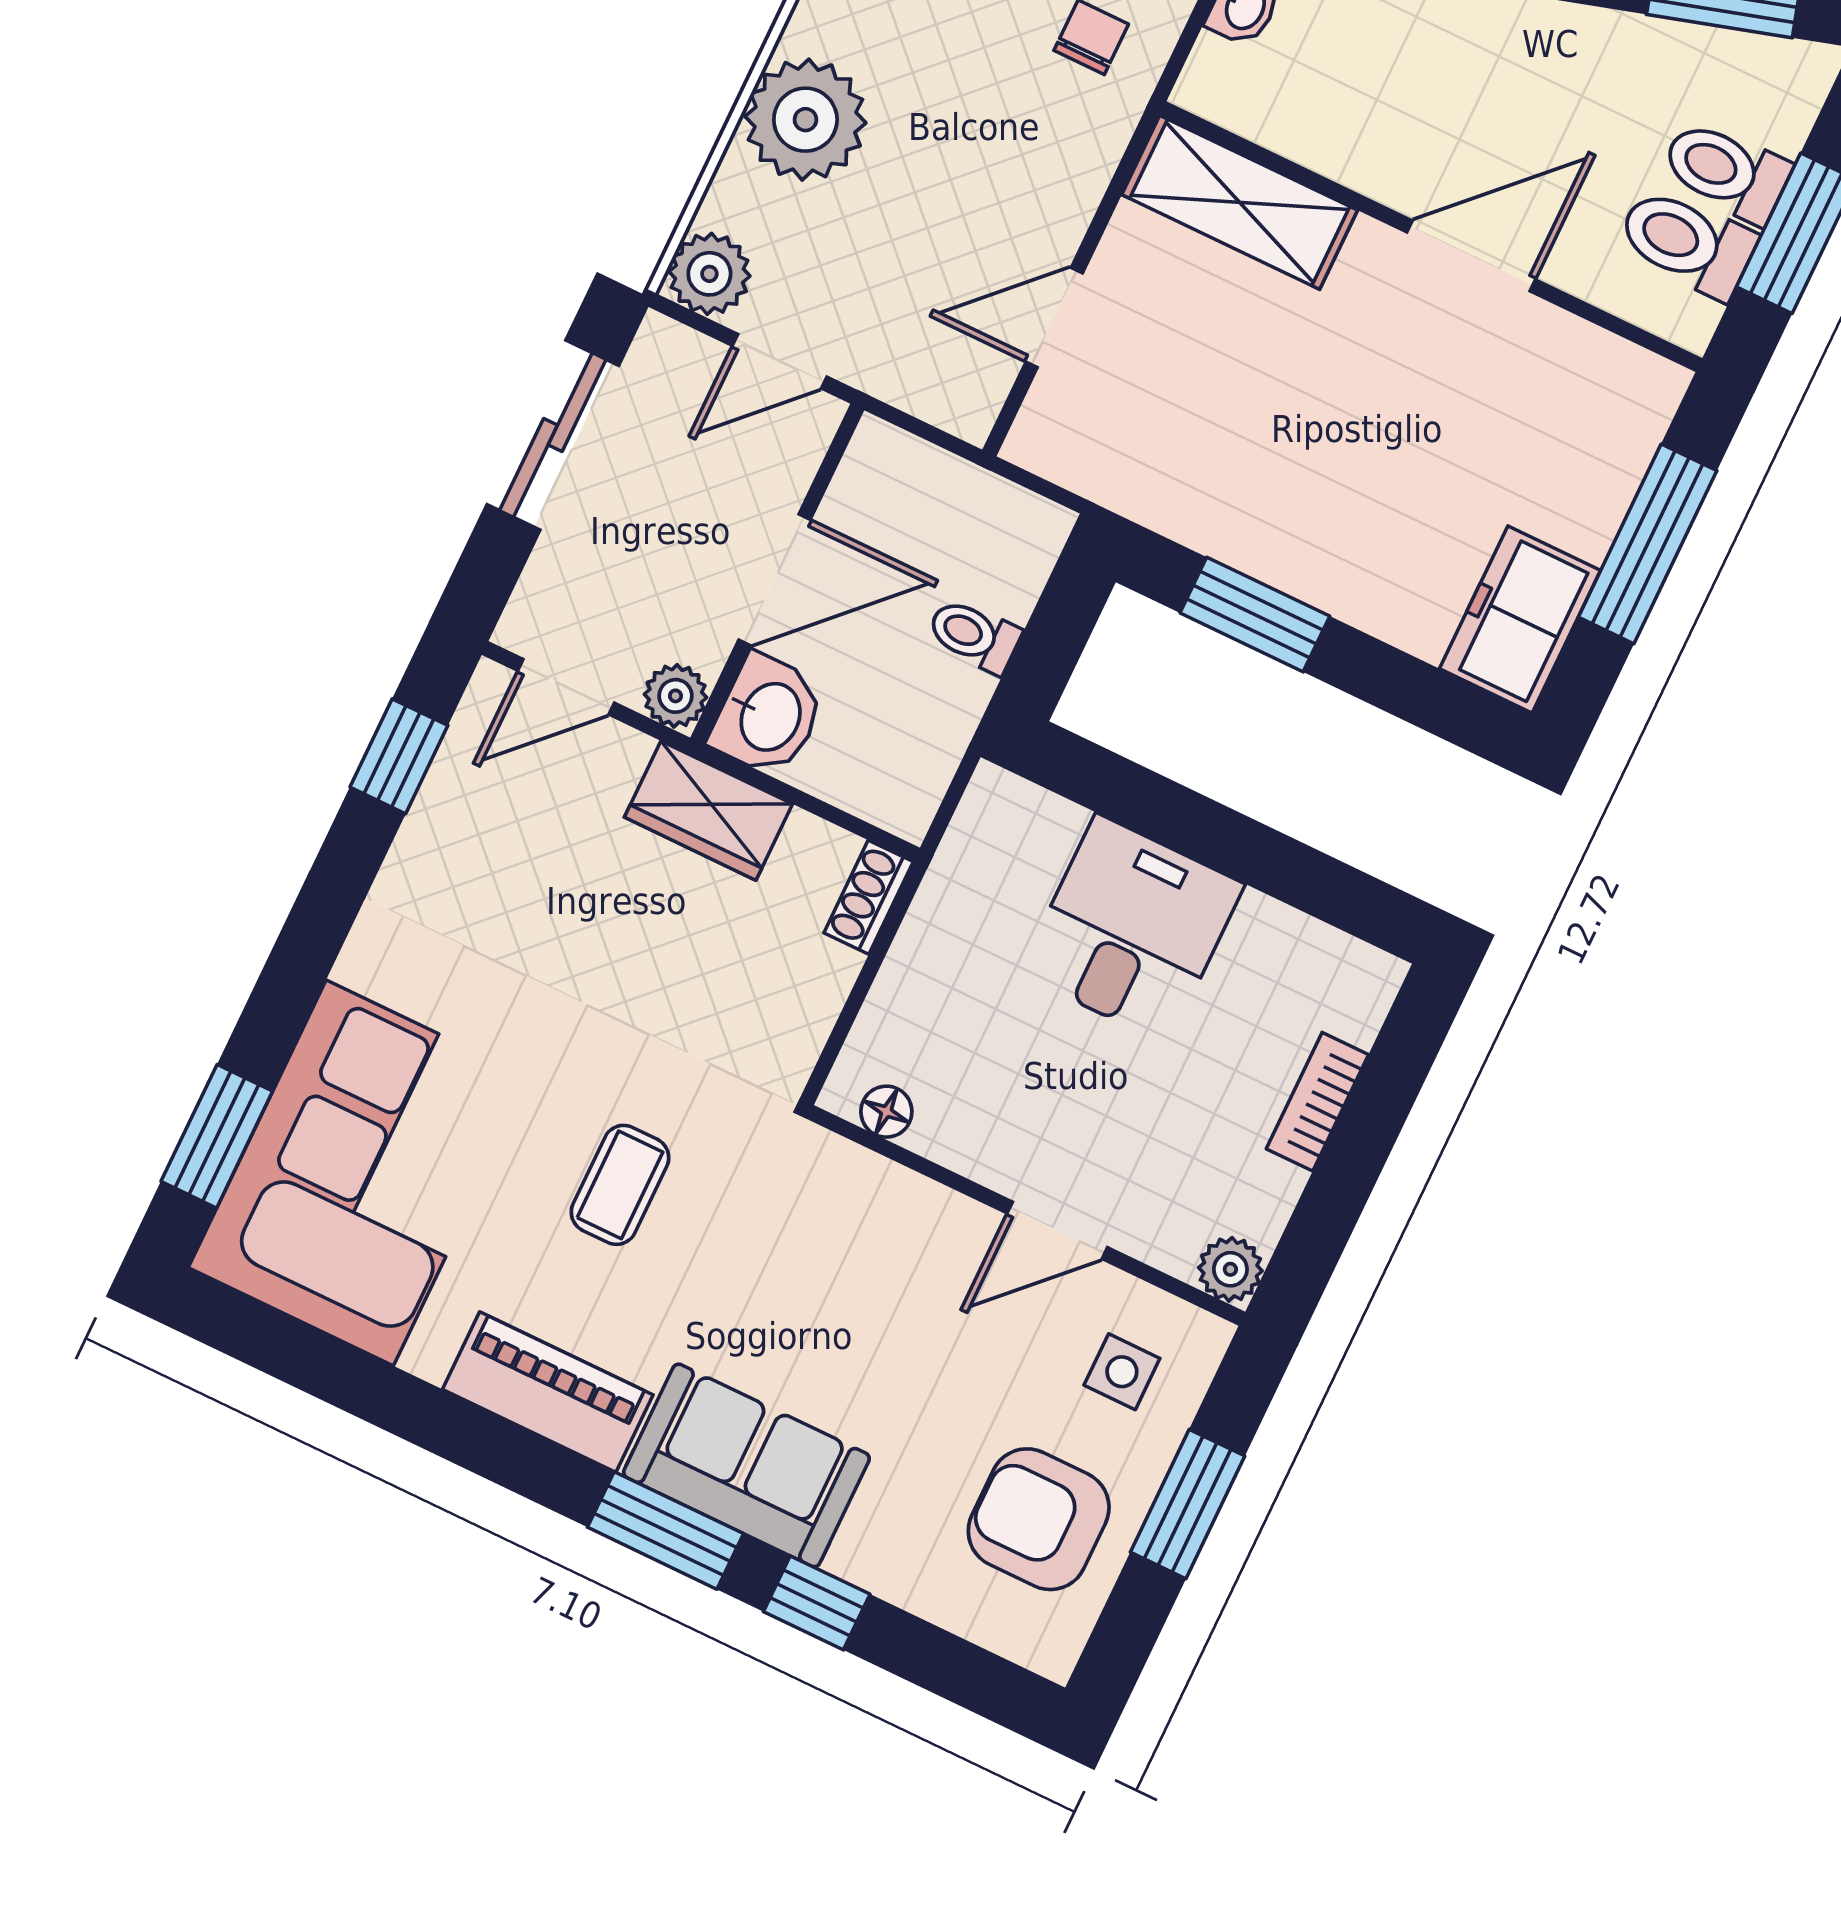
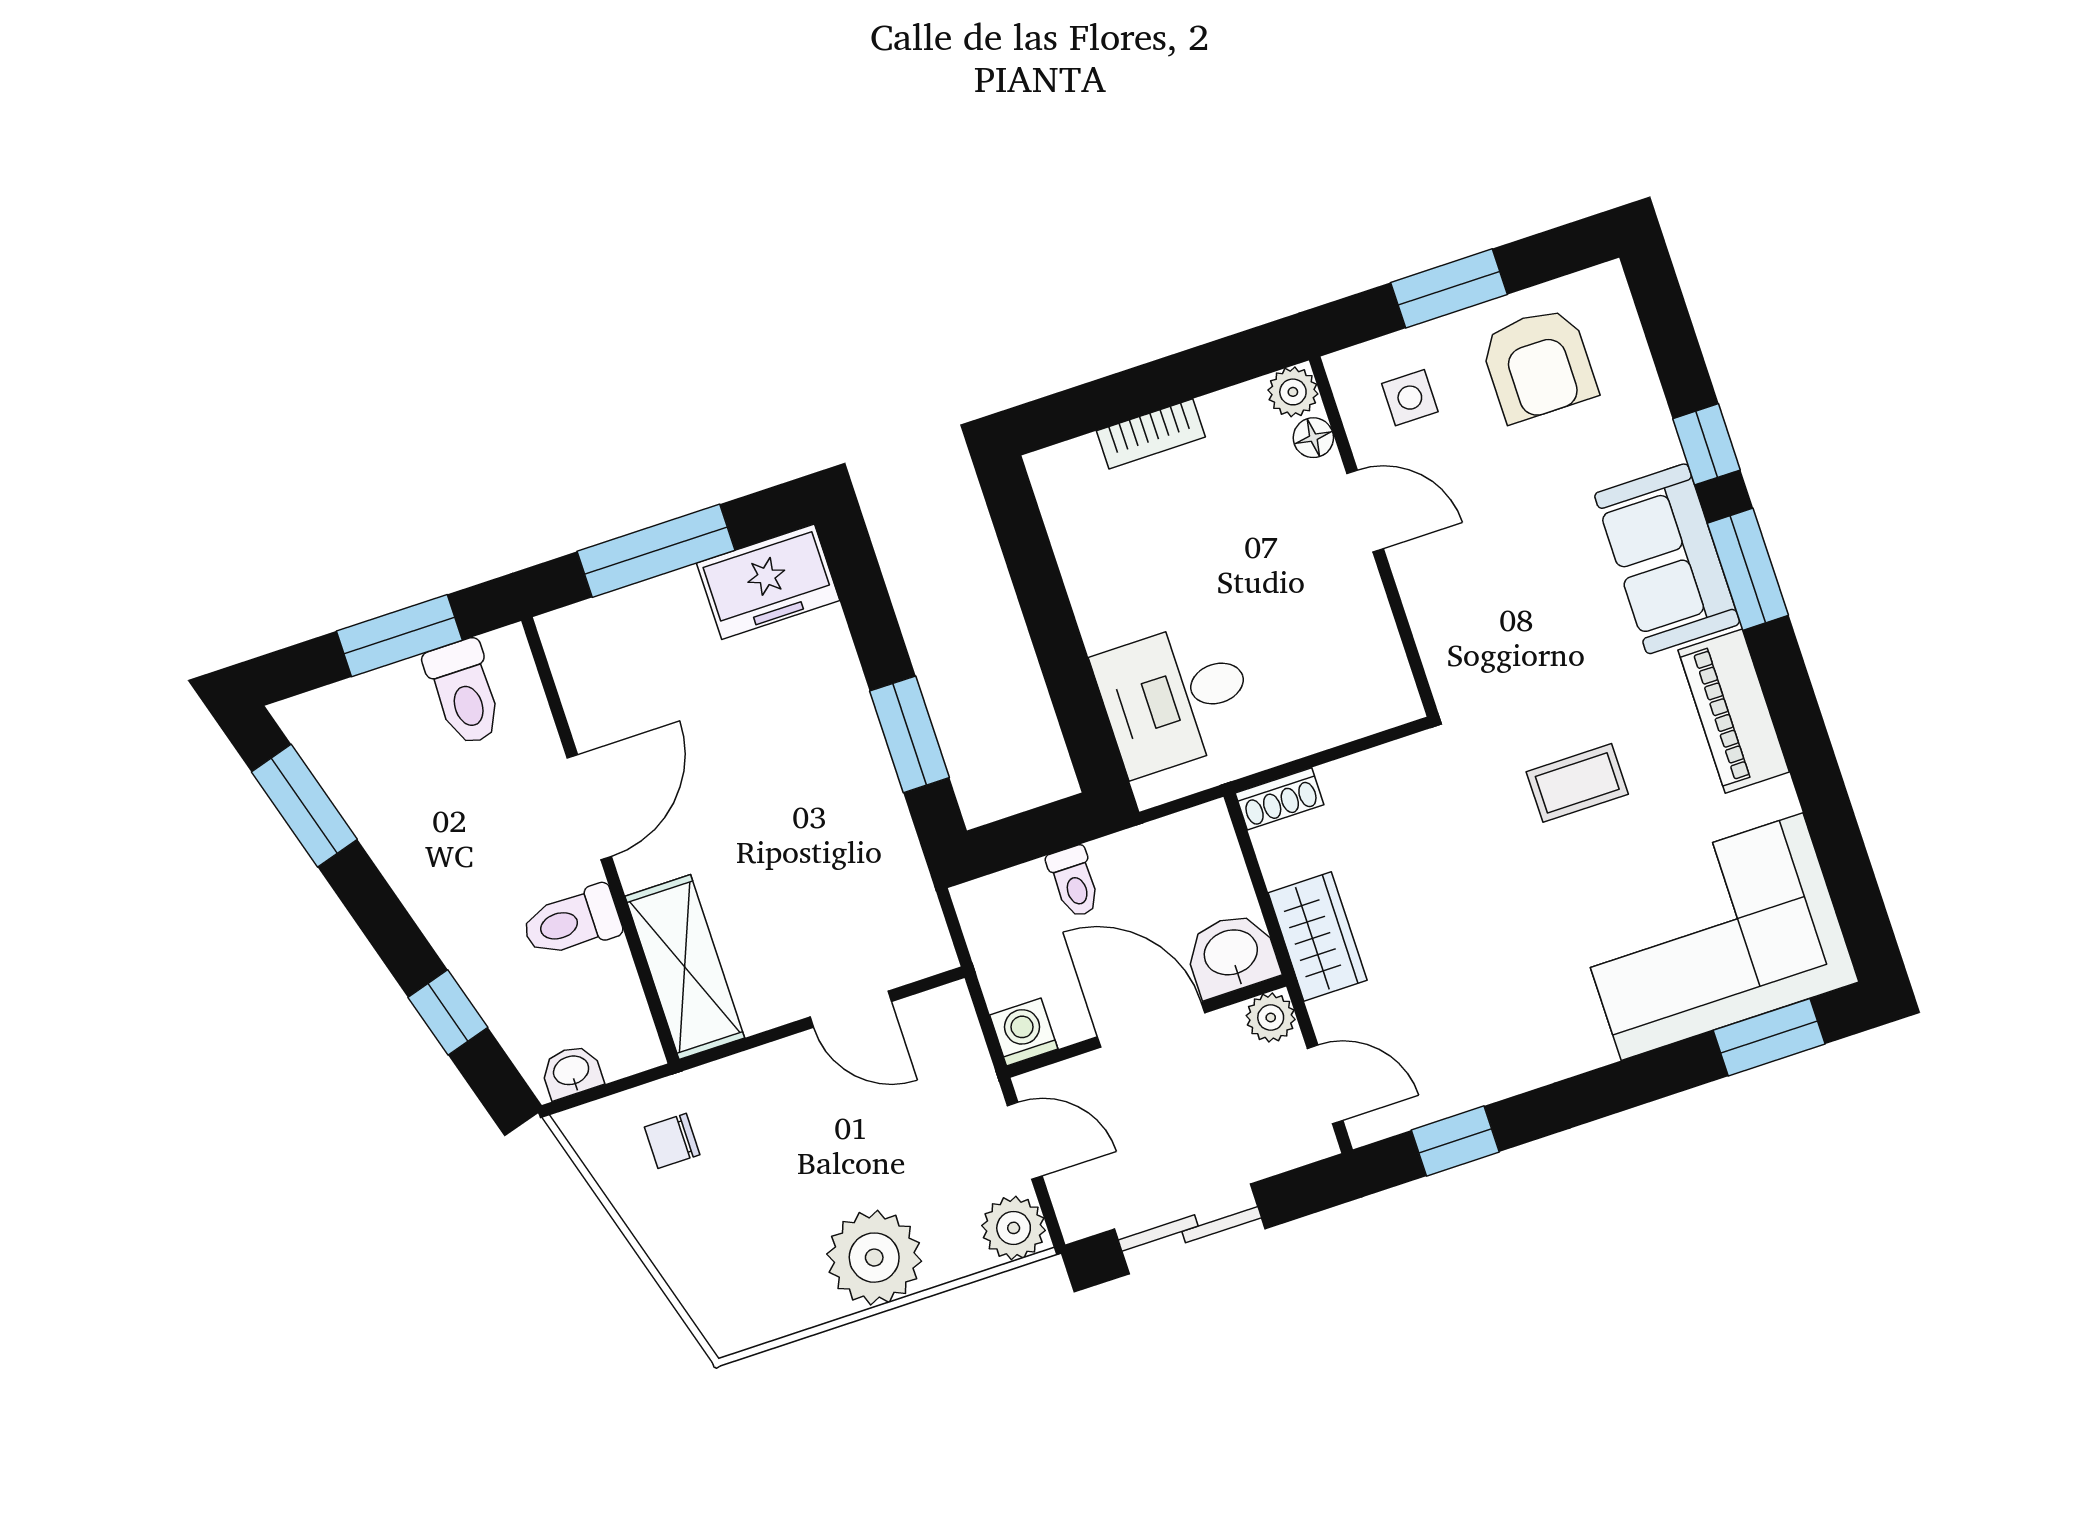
toilet: (1726, 171) -> (571, 922), moved, turned 90
door: (1471, 256) -> (589, 807), swing flipped
washing machine: (880, 456) -> (1024, 1032), added
desk: (1132, 929) -> (1176, 697), moved
floor lamp: (886, 1112) -> (1313, 438), moved

